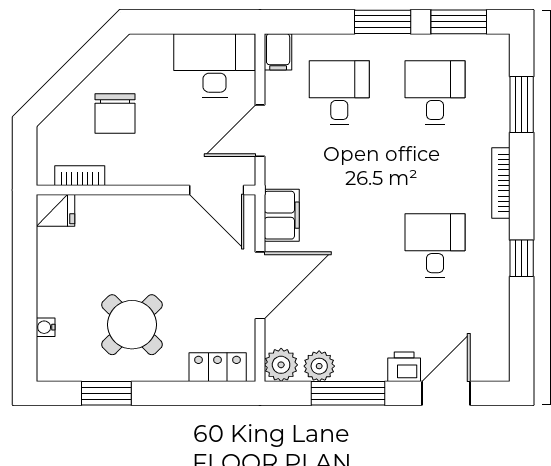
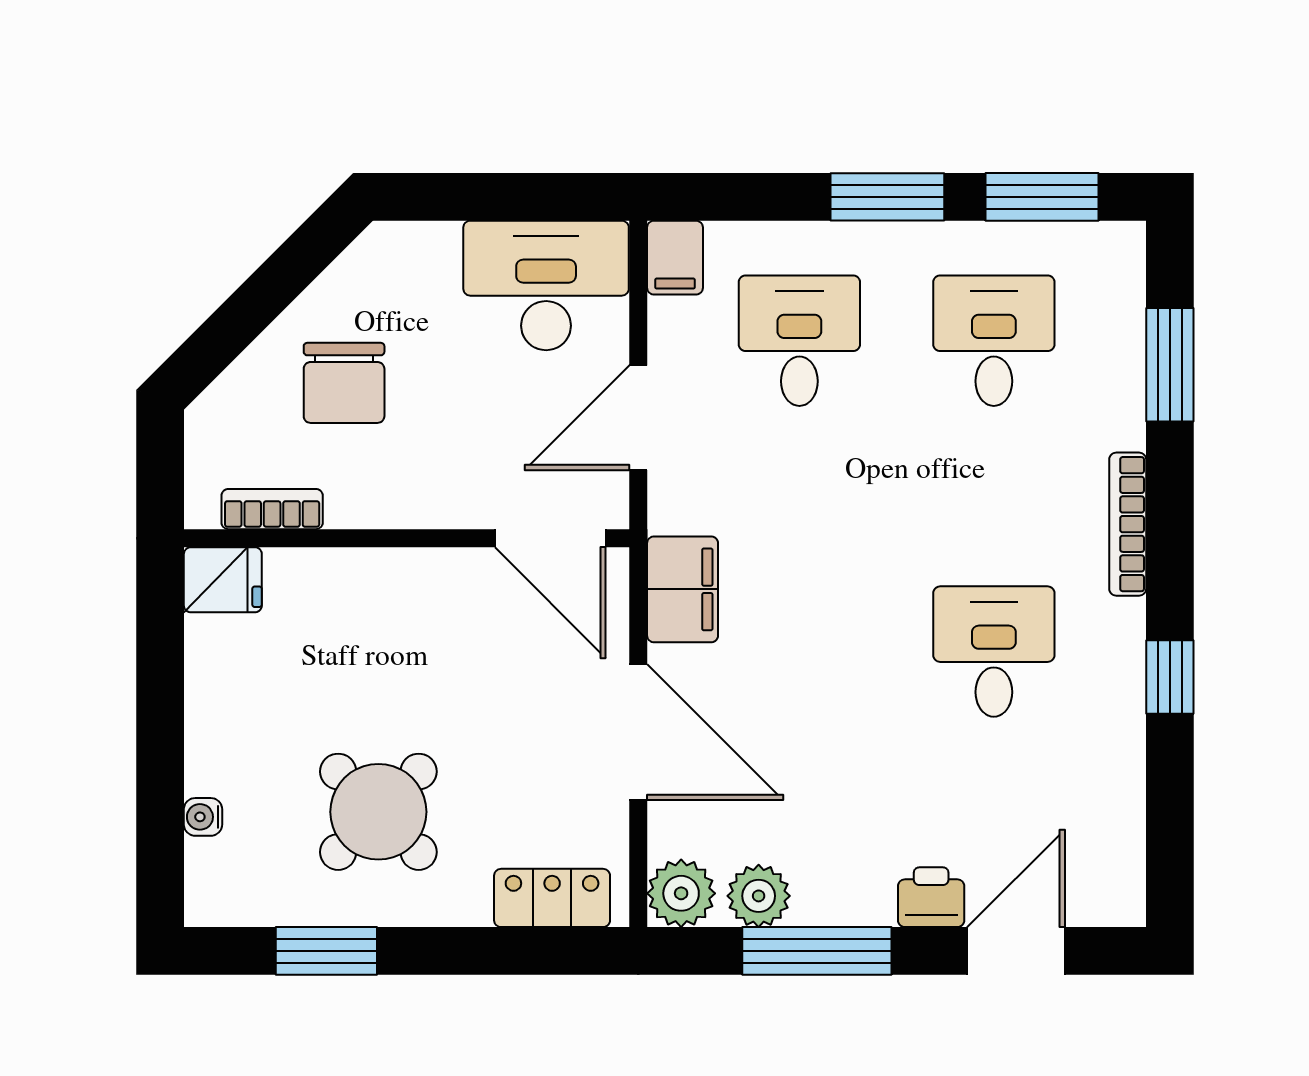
door: (260, 285) -> (638, 732), hinge flipped

